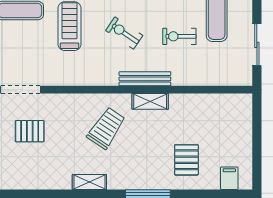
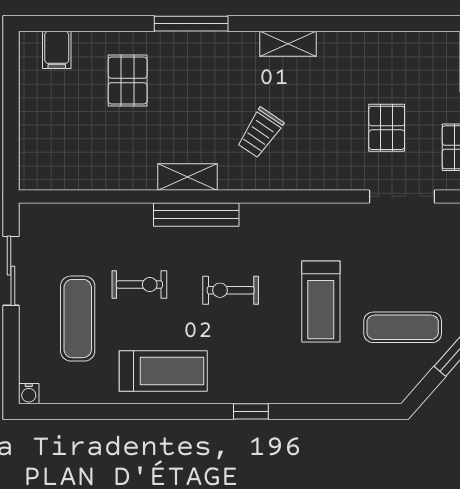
exercise bike: (124, 33) -> (231, 290), turned 146
trolley: (106, 128) -> (260, 133), width x0.73, depth x0.72
pallet: (30, 131) -> (387, 128), turned 90

